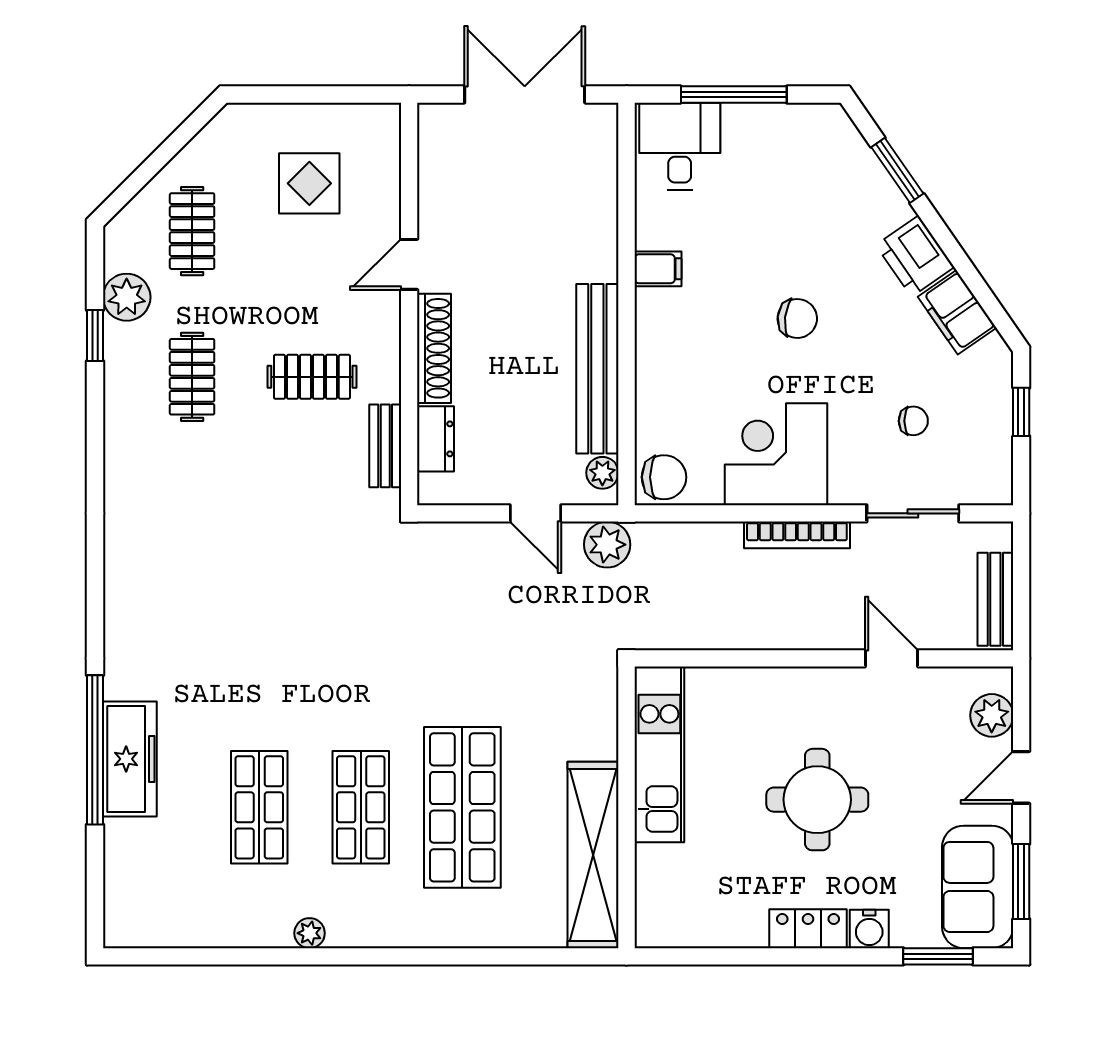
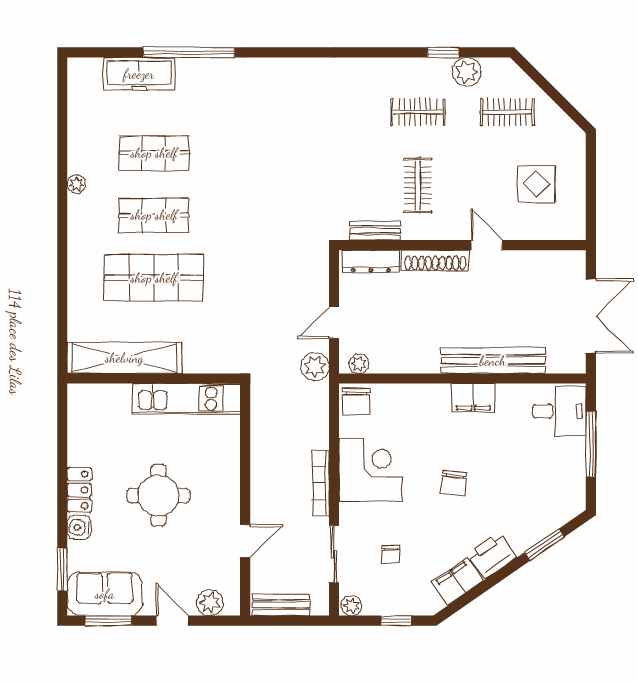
filing cabinet: (658, 269) -> (473, 398), width x2.00
bench: (597, 369) -> (493, 361), moved
dresser: (436, 439) -> (371, 261), width x1.44
plant: (997, 485) -> (352, 605), added
freezer: (130, 759) -> (139, 74), moved

